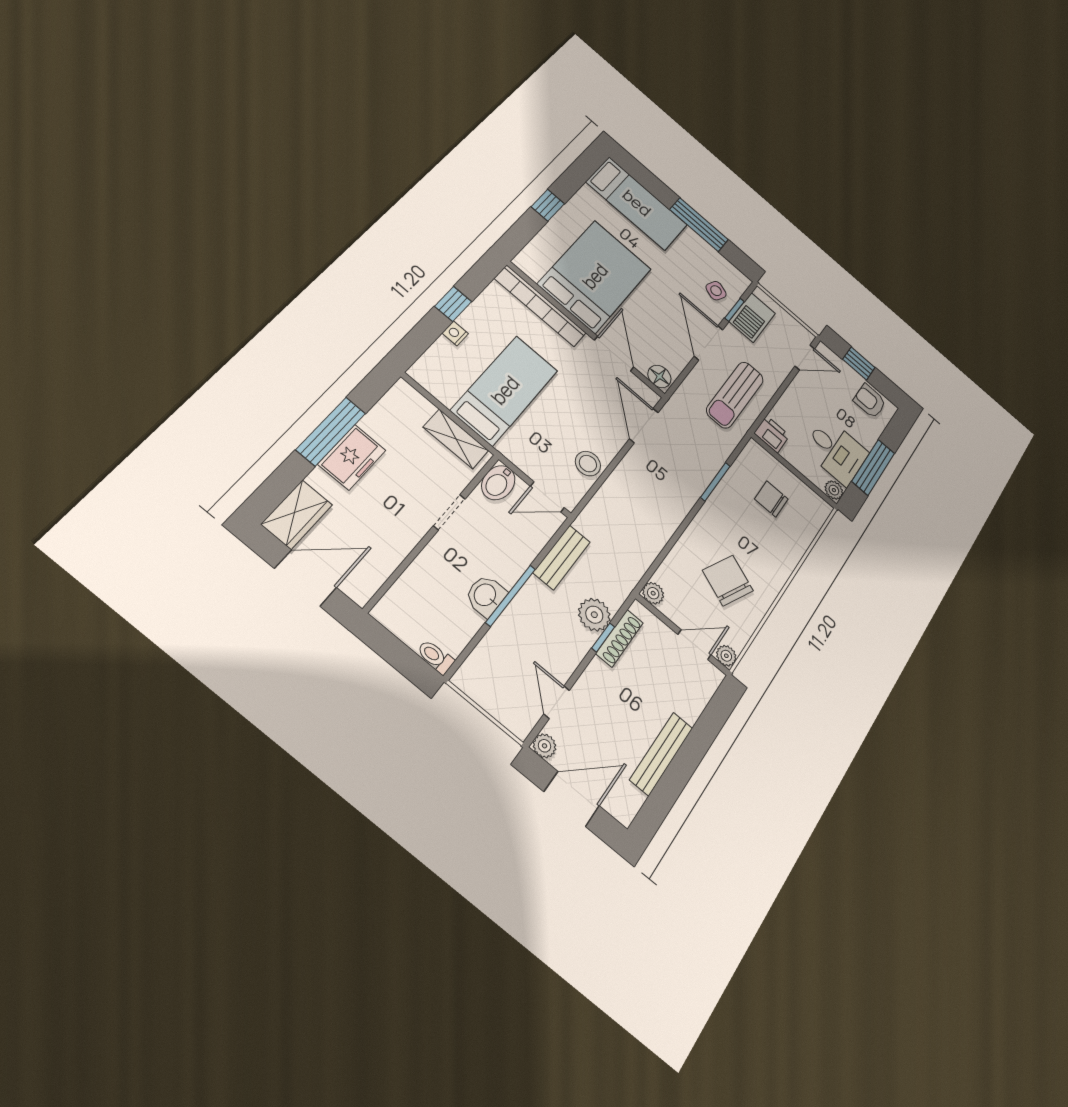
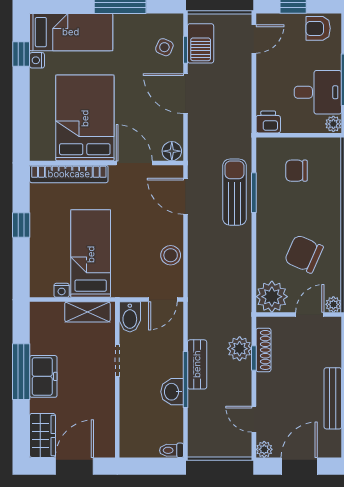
nightstand: (586, 195) -> (37, 60), added
window: (548, 205) -> (21, 54), moved
nightstand: (455, 333) -> (62, 290), moved, turned -90
sun lounger: (735, 395) -> (234, 192), moved, turned 180
bench: (562, 557) -> (197, 364), moved
plant: (653, 593) -> (272, 297), width x1.88, depth x1.88

